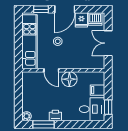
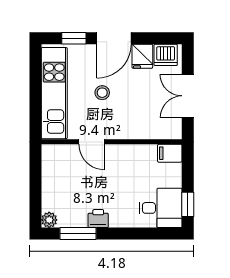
floor lamp: (69, 79) -> (122, 157), removed
filing cabinet: (98, 90) -> (170, 153), moved

